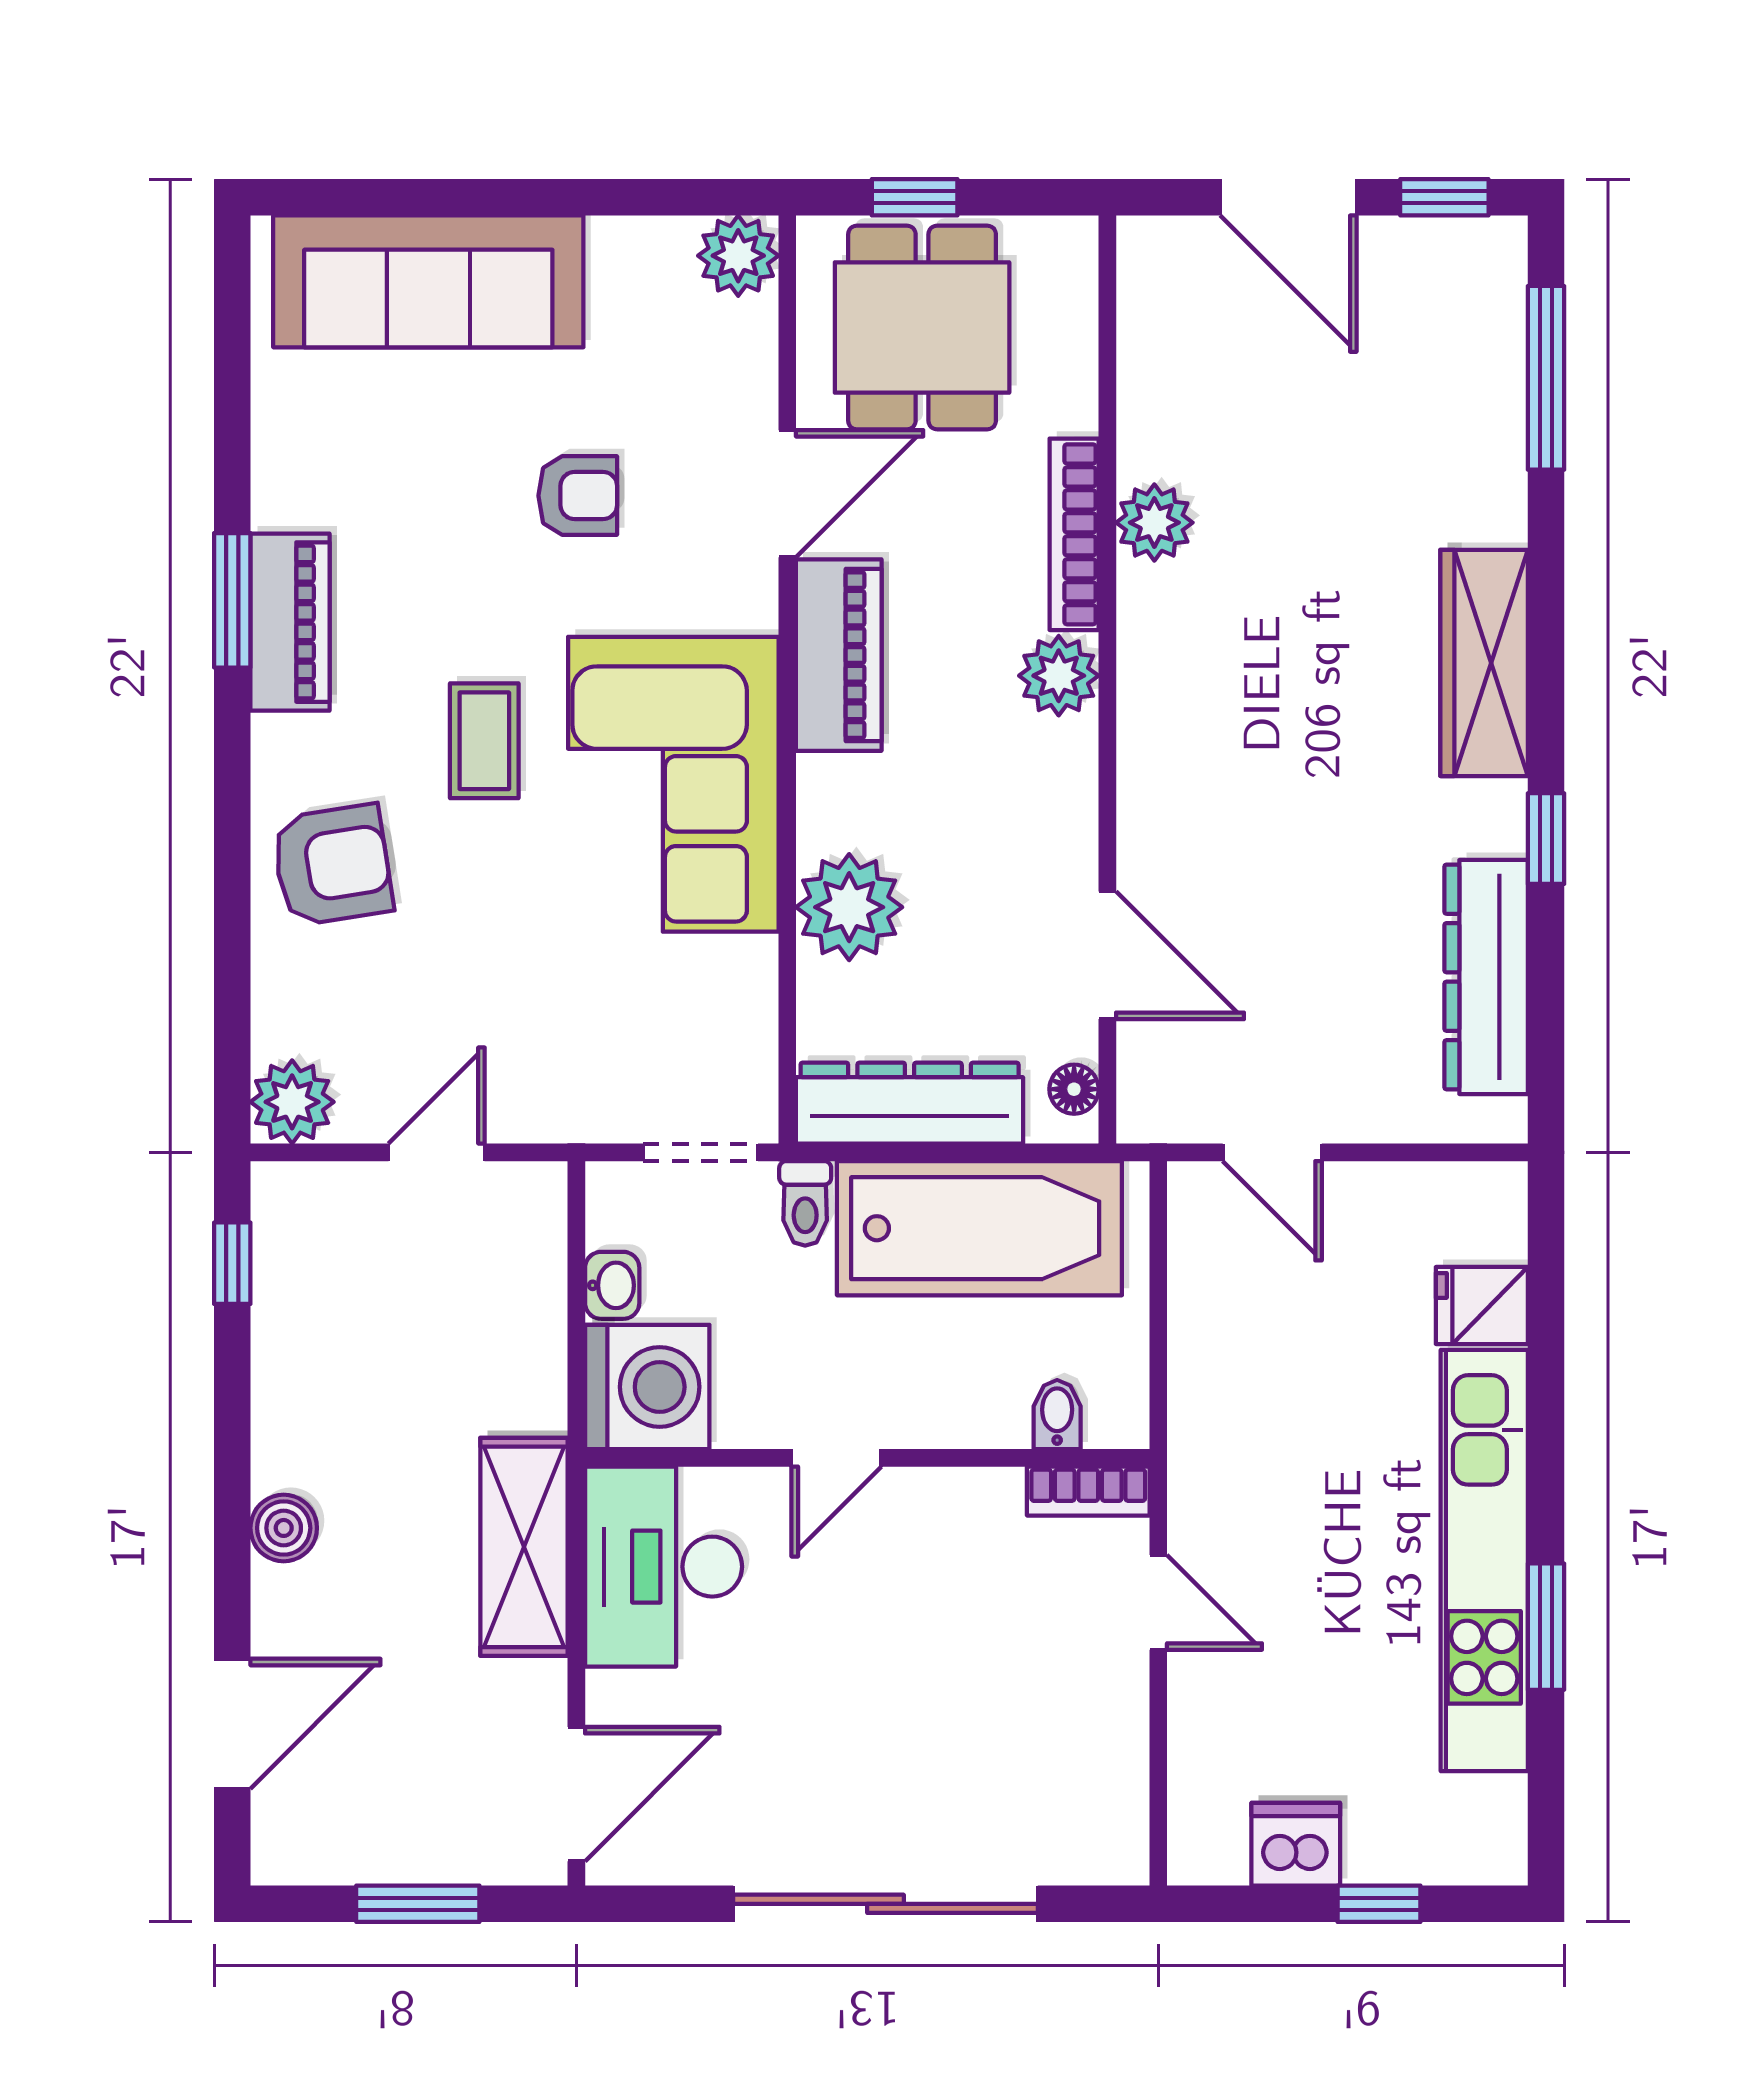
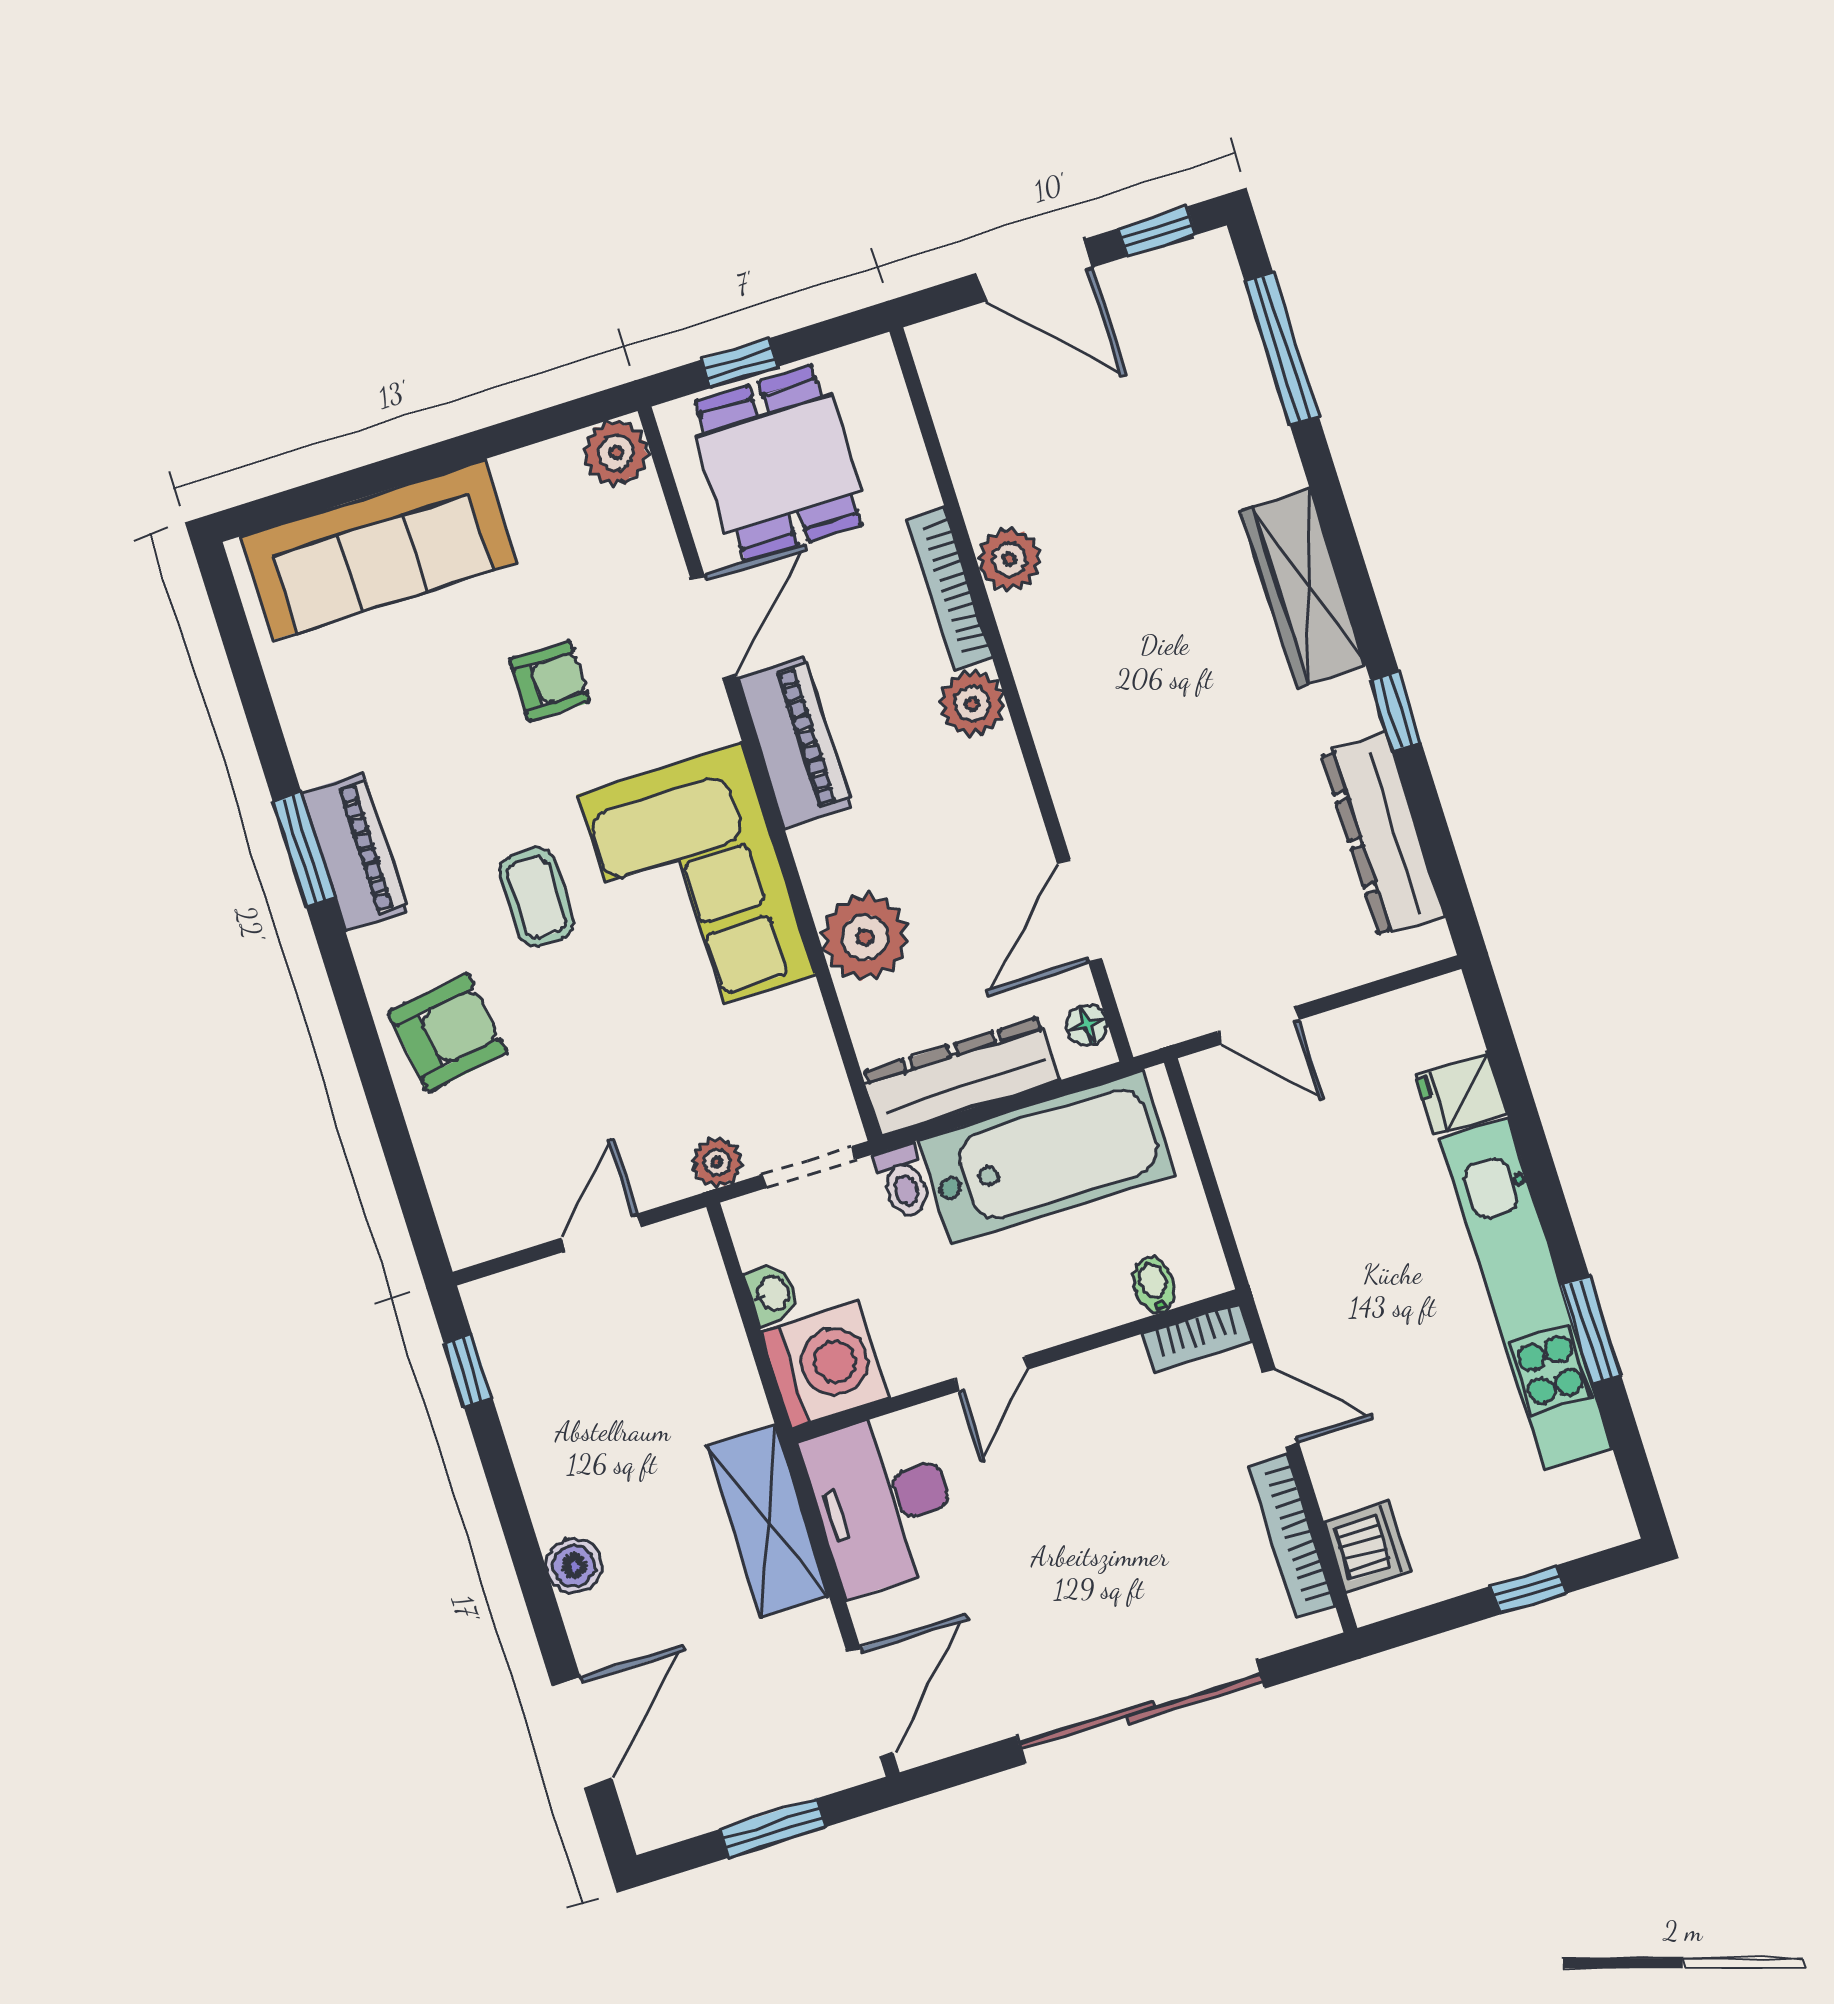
door: (1107, 955) -> (1080, 911), swing flipped
plant: (292, 1102) -> (717, 1162), moved, width x0.73, depth x0.73
bookcase: (1125, 1755) -> (1292, 1536), added
dishwasher: (1296, 1844) -> (1367, 1546), moved, turned 90

